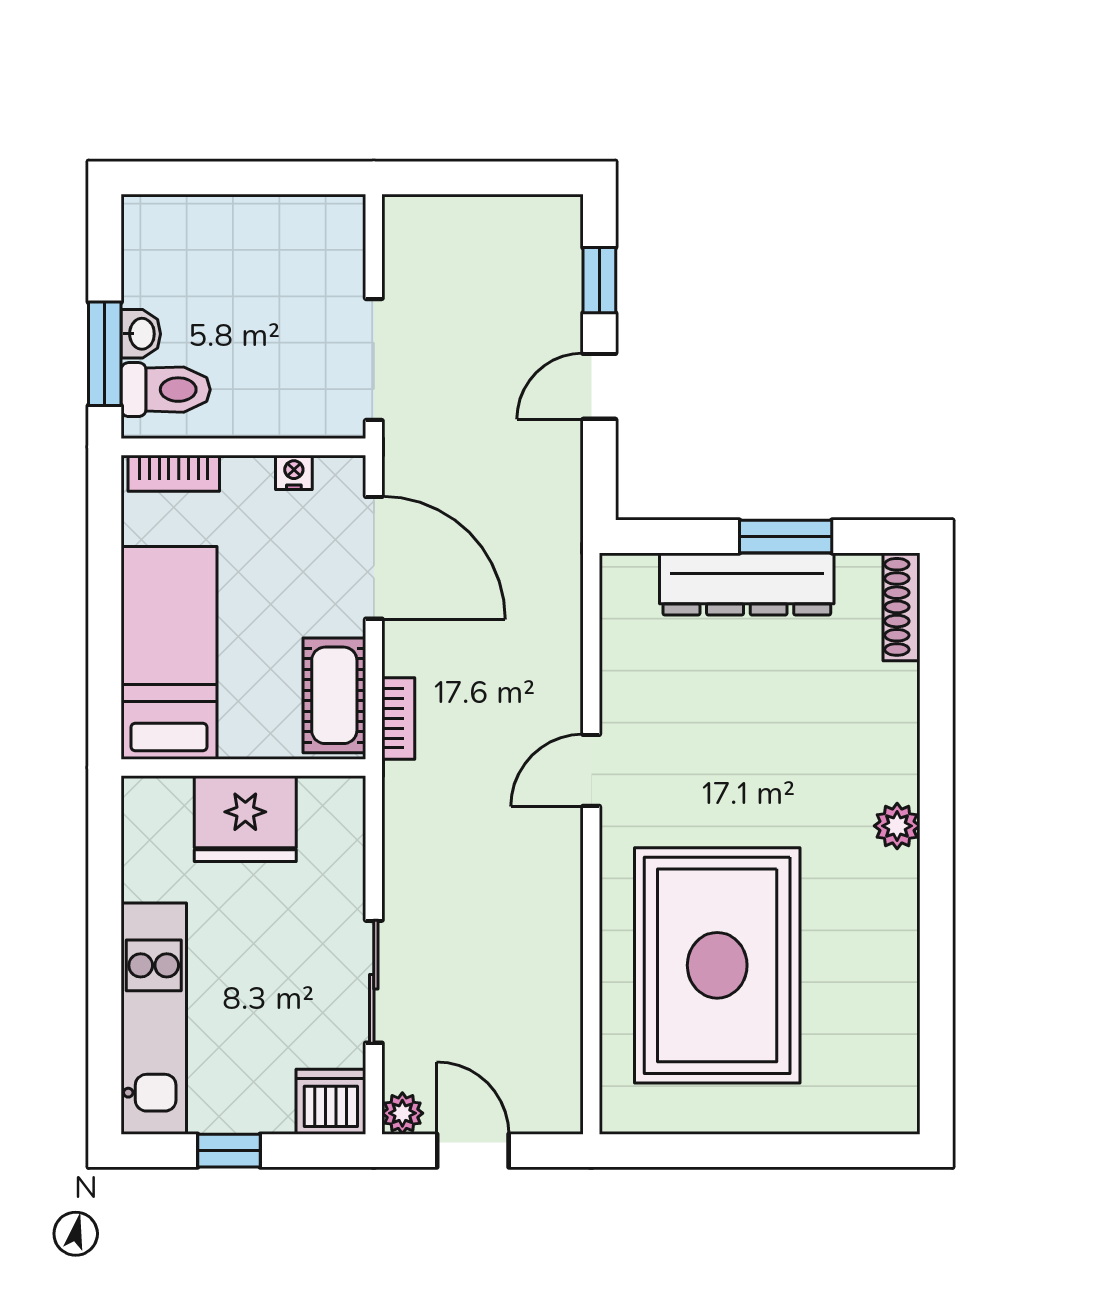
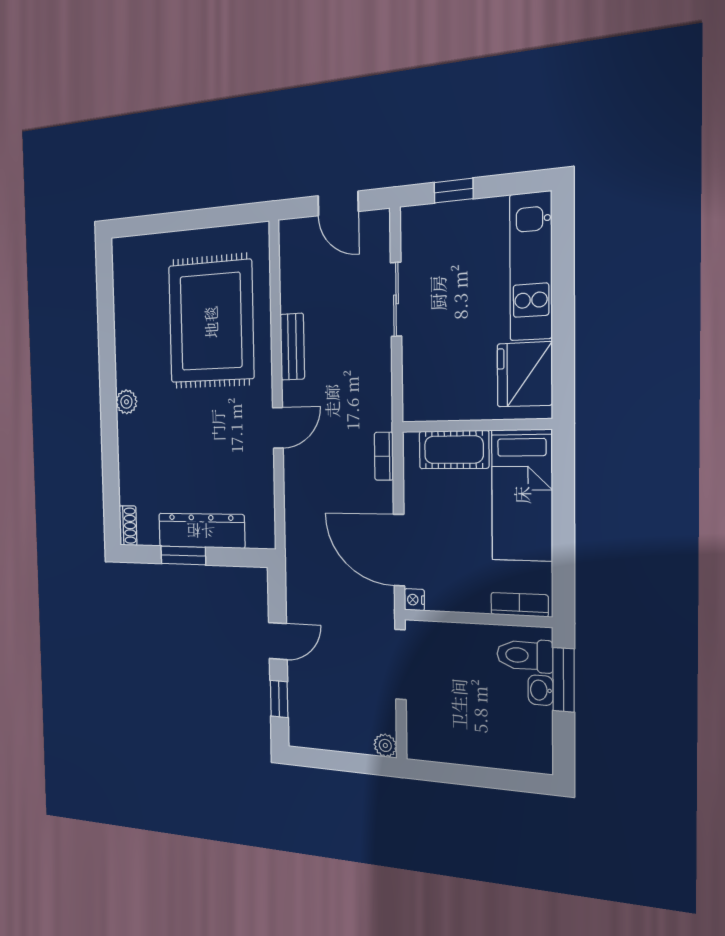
nightstand: (294, 472) -> (414, 600), moved, turned 90
shoe rack: (902, 607) -> (128, 526), width x0.70
cot: (334, 695) -> (454, 450), moved, turned 90
fridge: (245, 819) -> (525, 374), moved, turned -90
bench: (561, 912) -> (292, 347), added
dishwasher: (331, 1102) -> (421, 224), removed
plant: (402, 1113) -> (385, 745), moved
window: (229, 1151) -> (454, 191), moved

